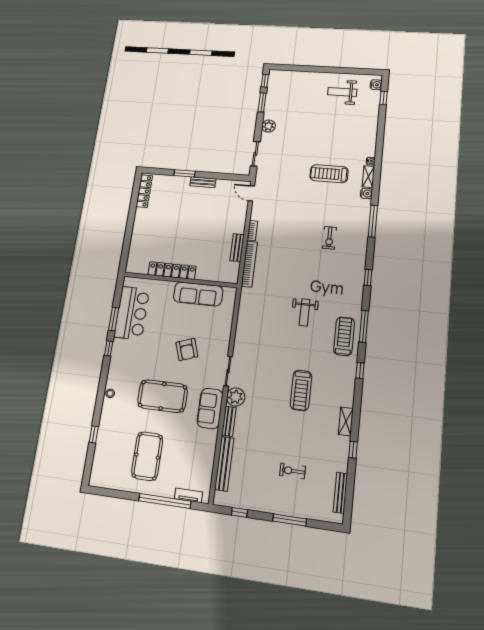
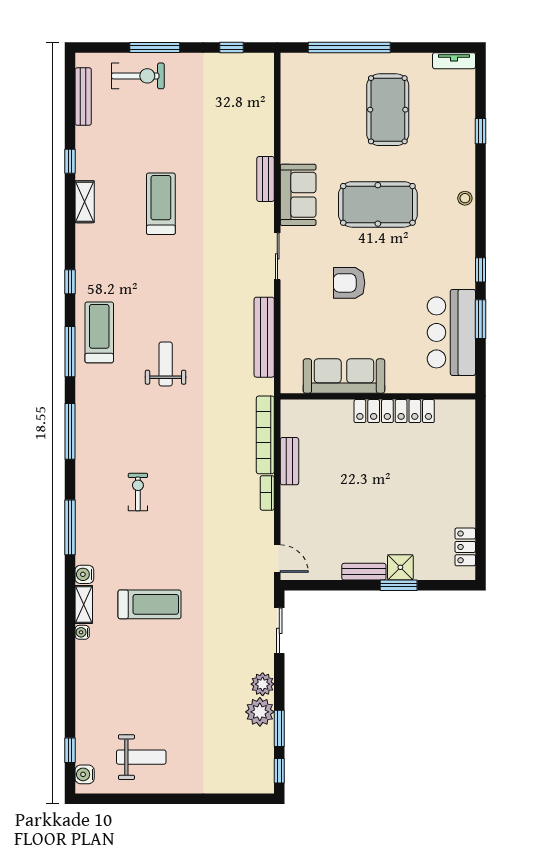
shower: (182, 183) -> (400, 567), added
locker: (144, 191) -> (465, 547), width x0.66
window: (368, 278) -> (70, 431), width x2.17
treadmill: (344, 336) -> (99, 332), turned 180
armchair: (187, 350) -> (349, 283), turned -71
treadmill: (301, 390) -> (161, 204), moved
plant: (236, 397) -> (260, 712), moved
bench: (224, 464) -> (264, 337), moved
exercise bike: (292, 471) -> (138, 76), moved, width x1.38, depth x1.39
tv unit: (188, 495) -> (454, 61), moved

